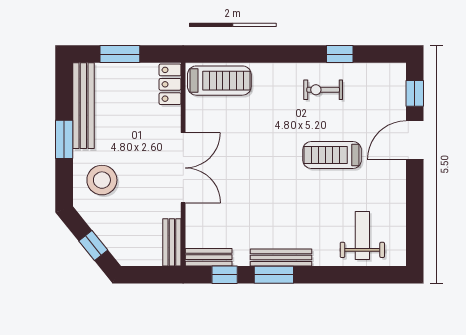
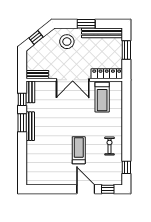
window: (340, 54) -> (126, 167), moved
treadmill: (219, 81) -> (102, 97), moved
locker: (170, 84) -> (107, 74), width x1.53
weight bench: (362, 235) -> (41, 165), removed

